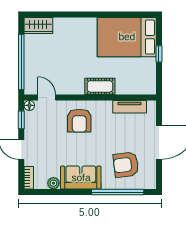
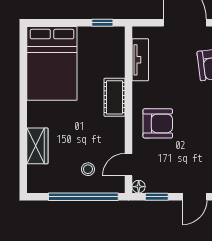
wardrobe: (38, 25) -> (37, 146), moved
window: (159, 54) -> (102, 23), moved
stool: (43, 65) -> (88, 169), added

